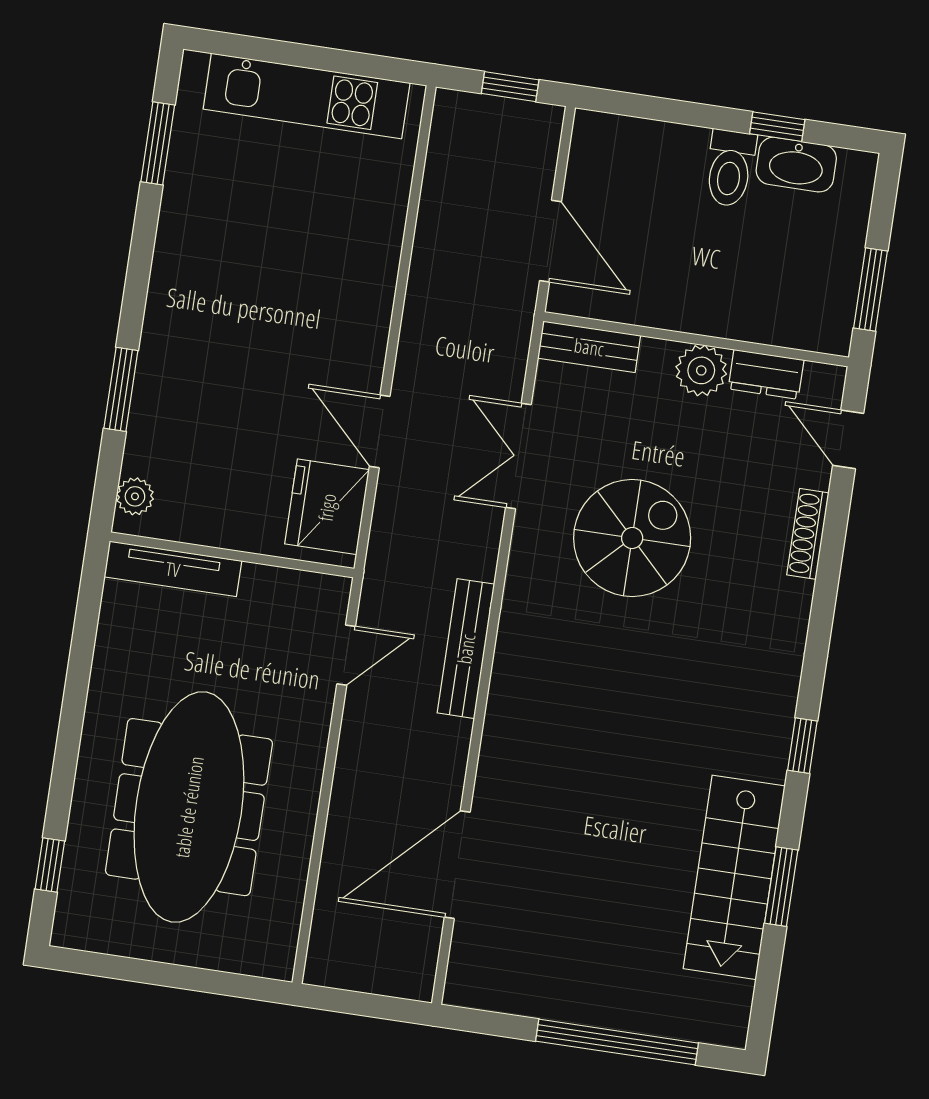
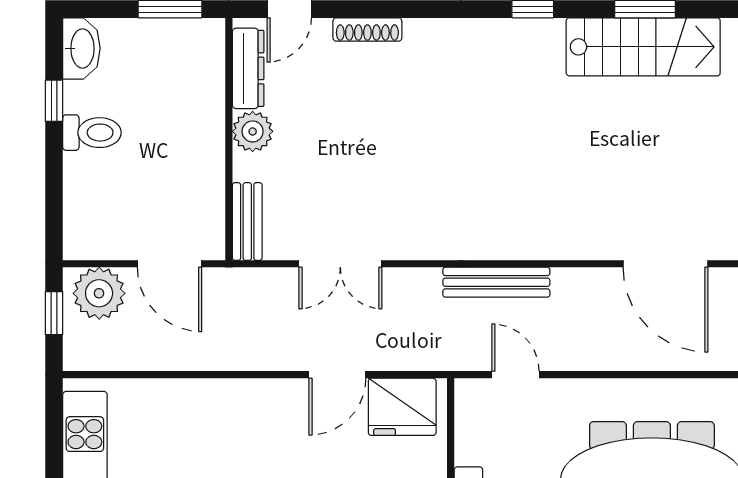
plant: (527, 147) -> (99, 293), added
washbasin: (796, 165) -> (81, 48), moved
door: (550, 241) -> (170, 264), swing flipped
dresser: (766, 374) -> (248, 68), width x1.44
spiral stairs: (632, 538) -> (391, 166), removed

